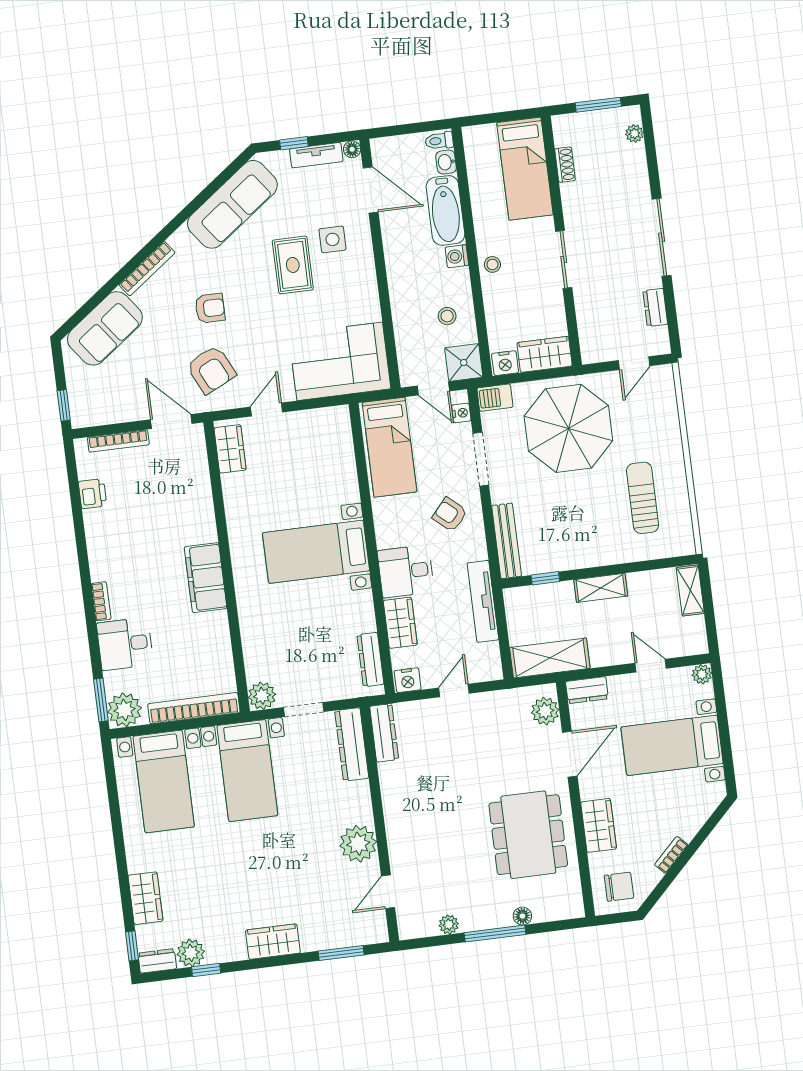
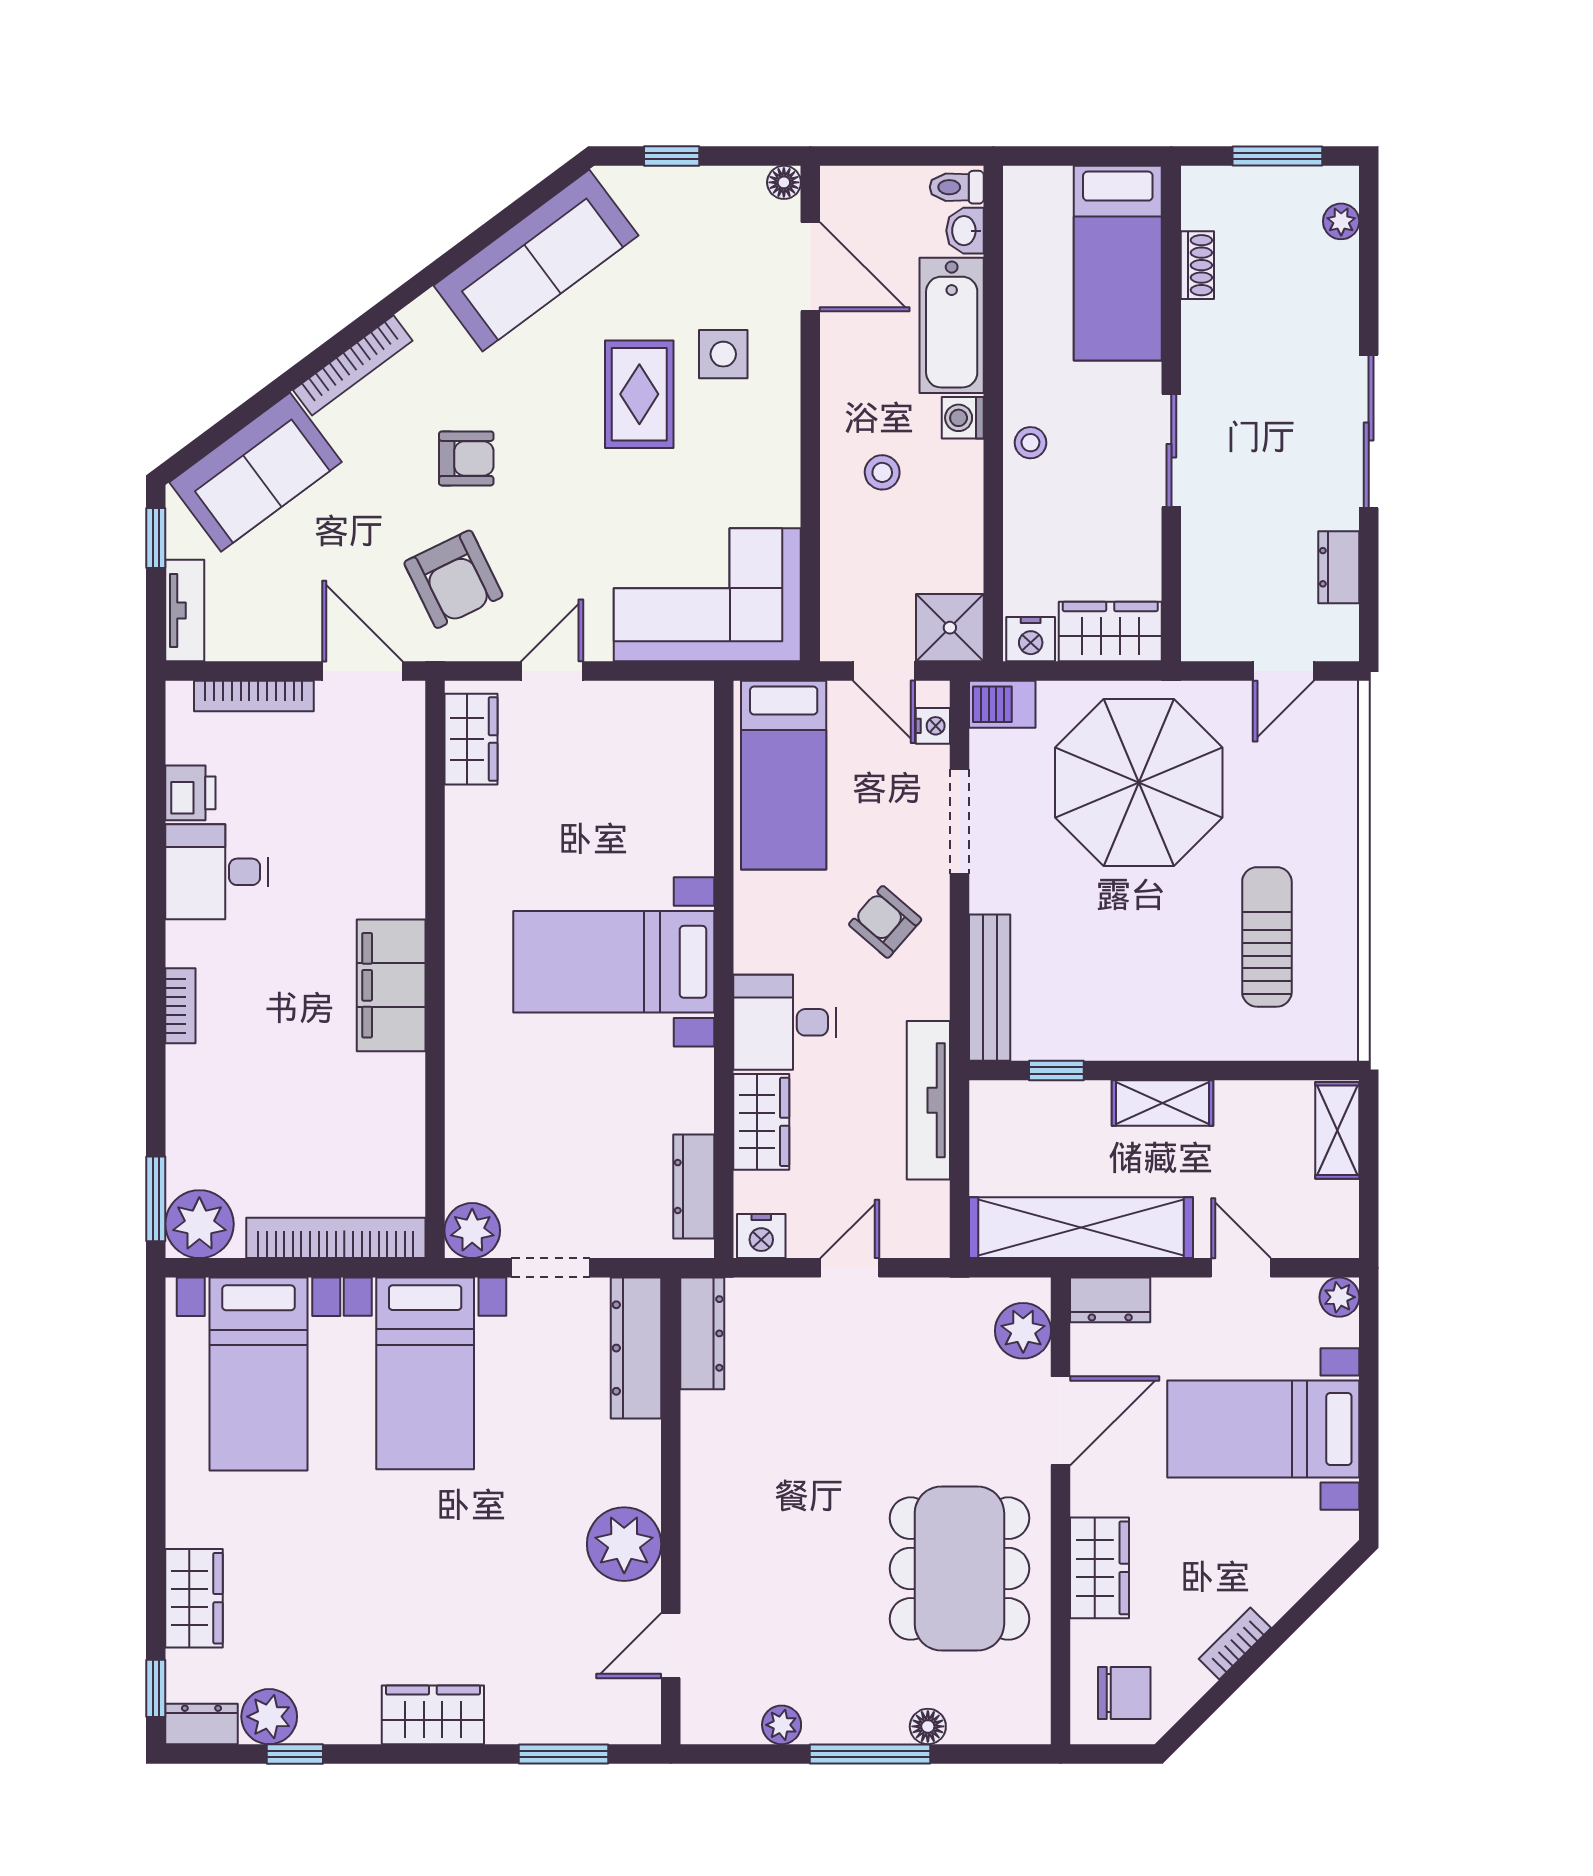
tv unit: (316, 155) -> (185, 611), moved, turned -90
stool: (447, 316) -> (882, 472), moved
window: (64, 405) -> (156, 538), moved
desk: (125, 644) -> (217, 872), moved
shelving: (550, 658) -> (1081, 1228), width x1.47

